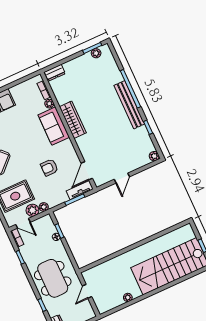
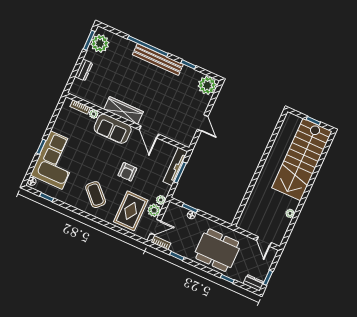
plant: (96, 53) -> (100, 43), width x1.88, depth x1.88
dresser: (55, 73) -> (84, 70), moved
plant: (154, 156) -> (207, 85), width x1.87, depth x1.87
armchair: (49, 167) -> (127, 172), moved
door: (87, 171) -> (149, 132), moved
tv unit: (80, 190) -> (175, 167), width x1.41
door: (87, 291) -> (264, 241), moved

